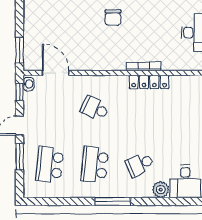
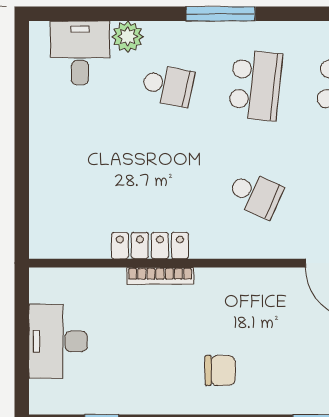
chair: (113, 18) -> (220, 370), turned 90
school desk: (140, 165) -> (168, 85), turned 36

